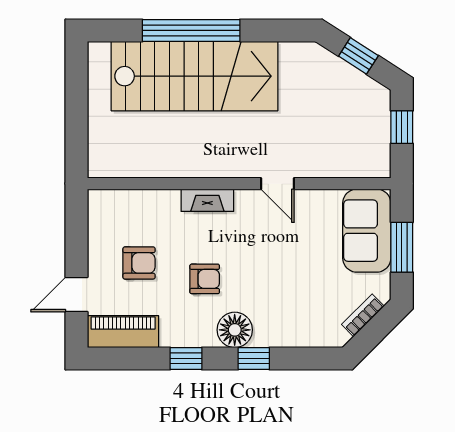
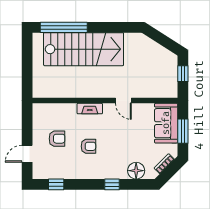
window: (191, 30) -> (64, 27), moved
window: (358, 56) -> (162, 39), removed
floor lamp: (235, 330) -> (136, 171), moved
piano: (123, 332) -> (49, 172), removed
window: (186, 358) -> (56, 184), moved

